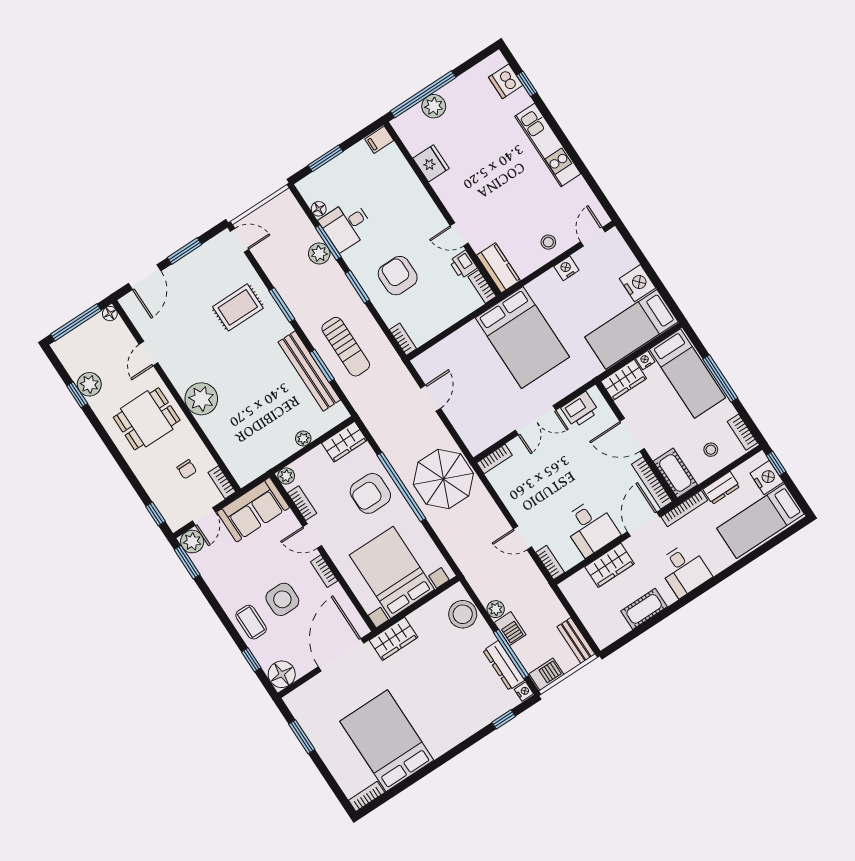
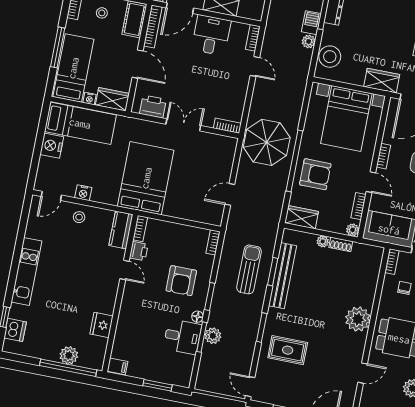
floor lamp: (319, 209) -> (198, 317), moved
shoe rack: (284, 452) -> (341, 244), added

